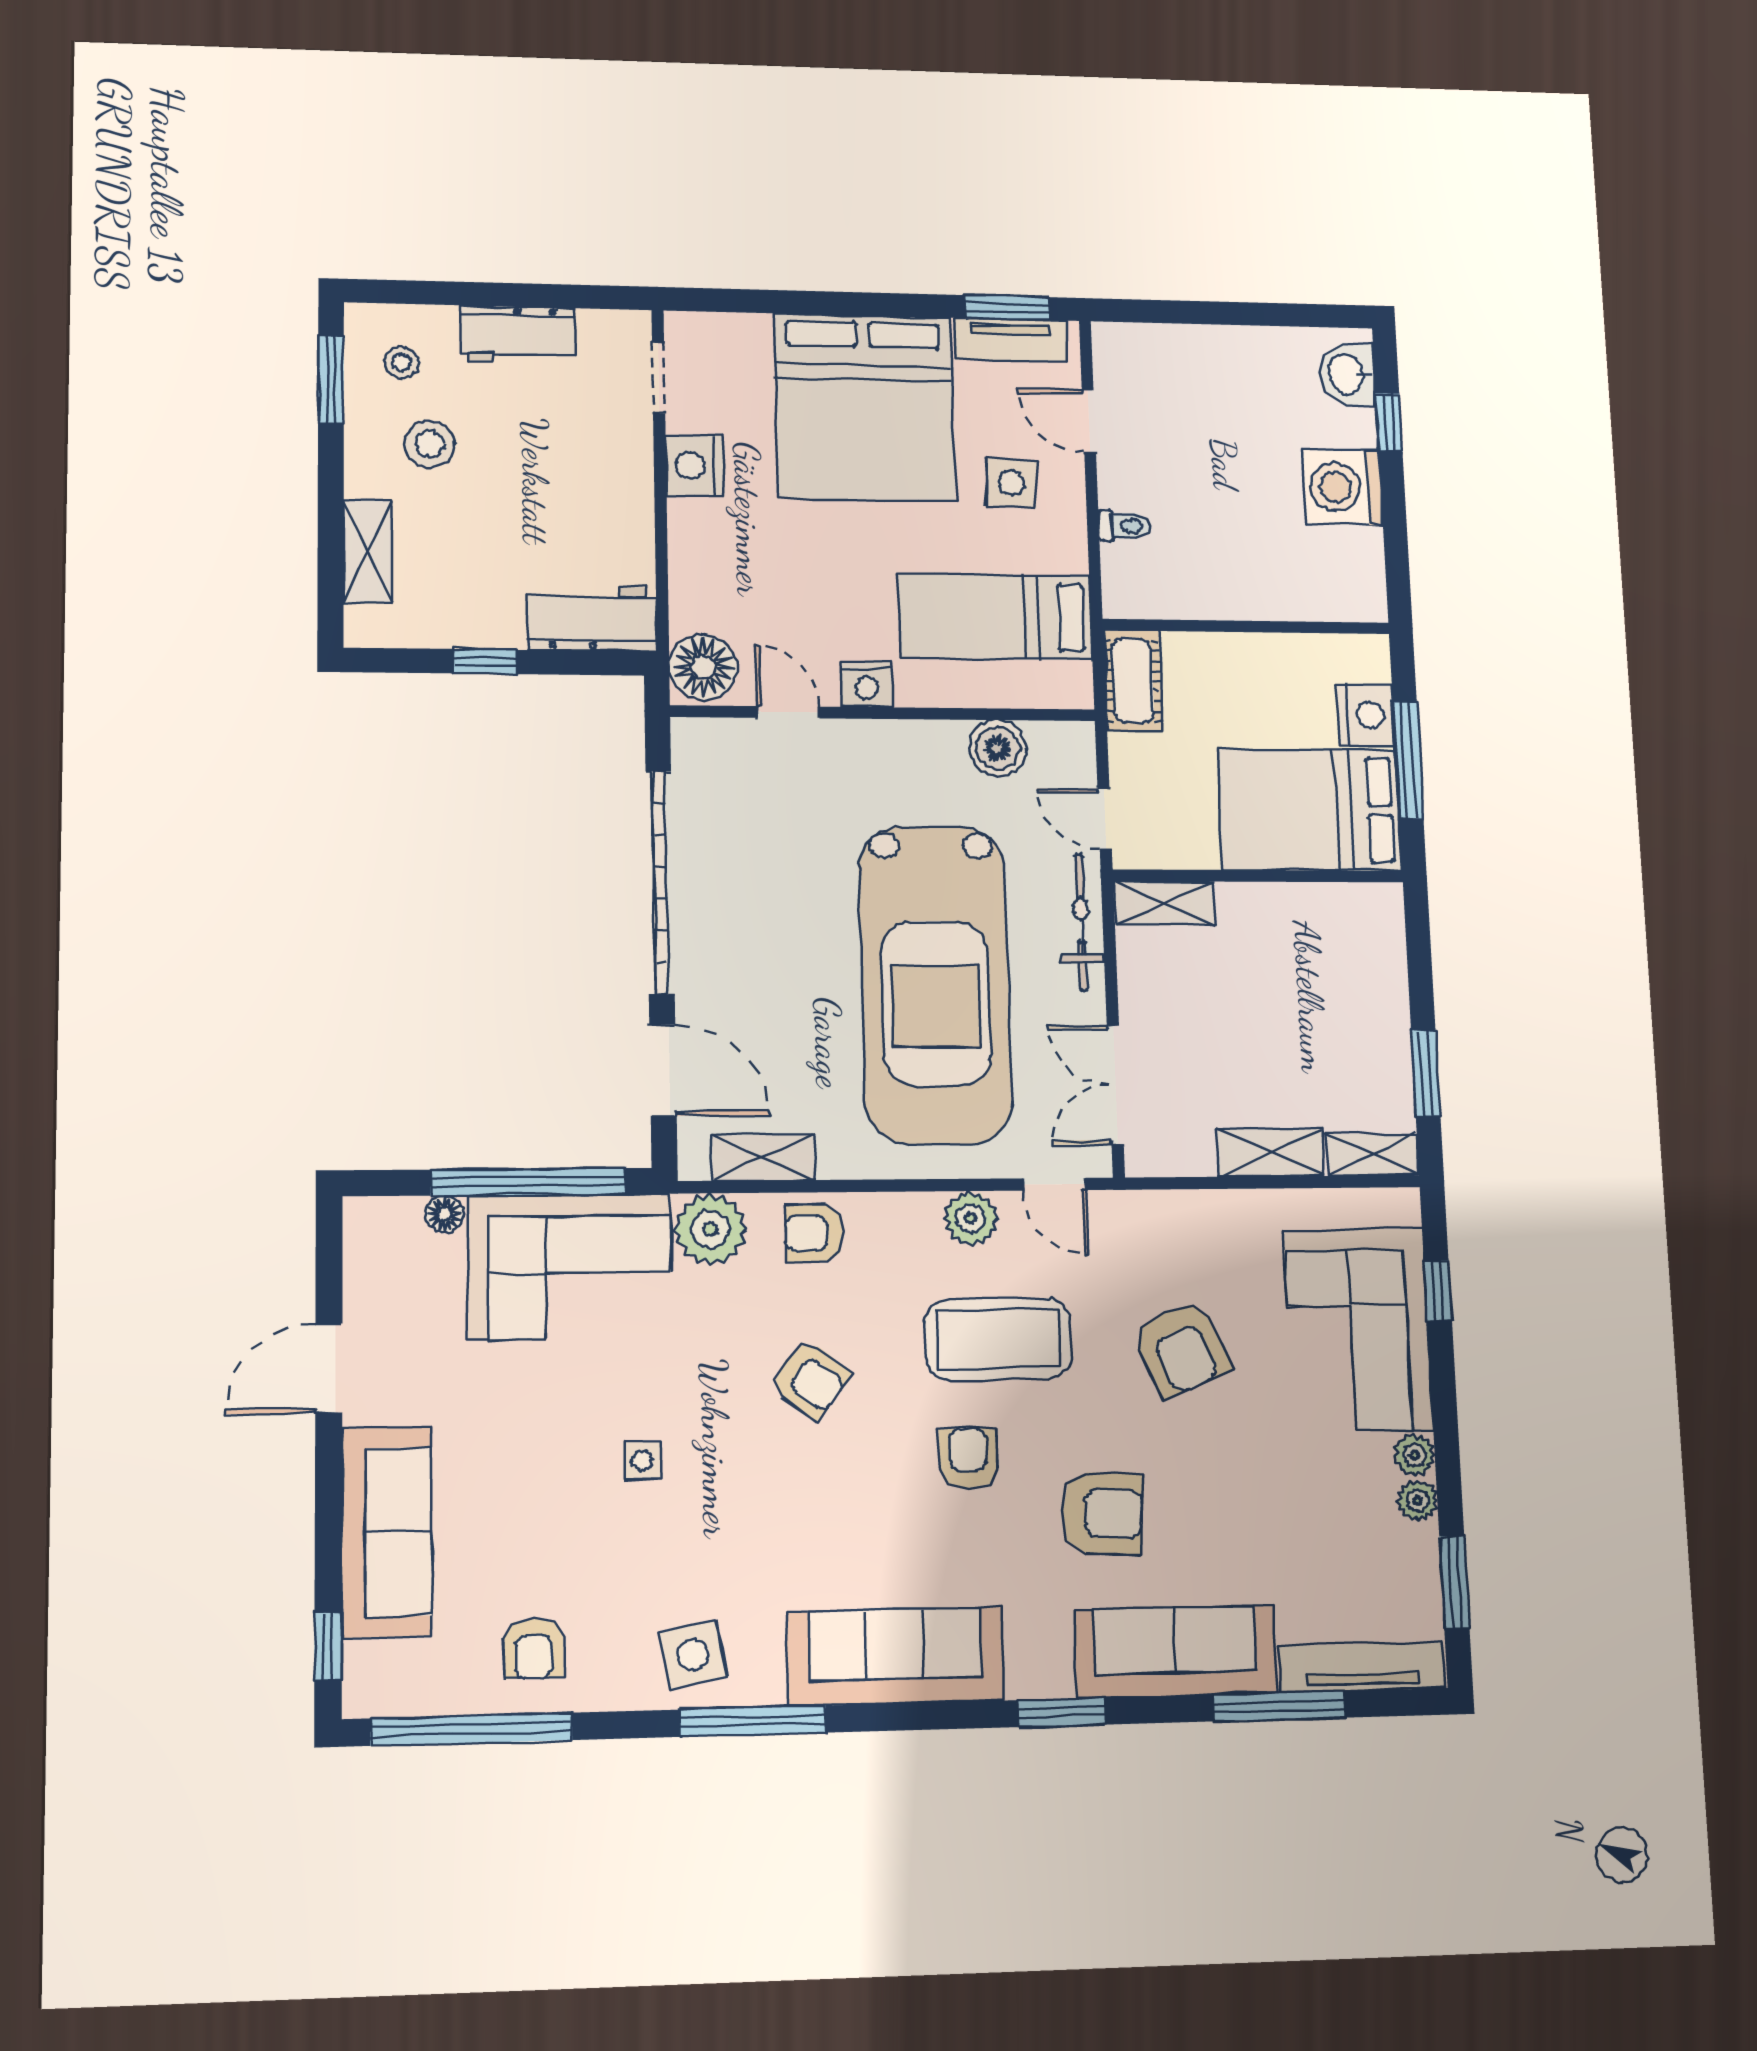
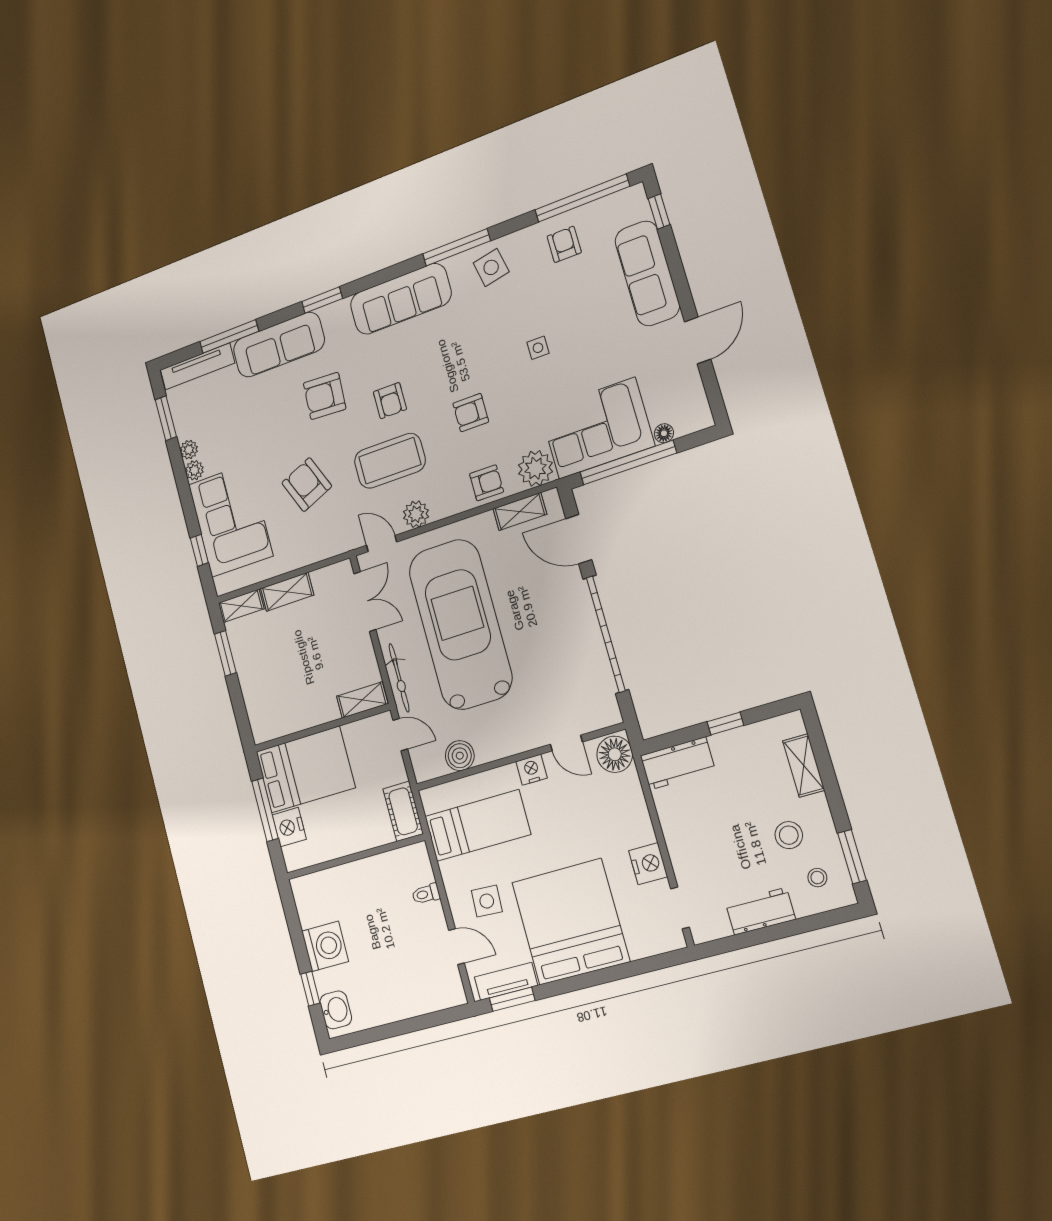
armchair: (810, 1379) -> (471, 413), turned -38

